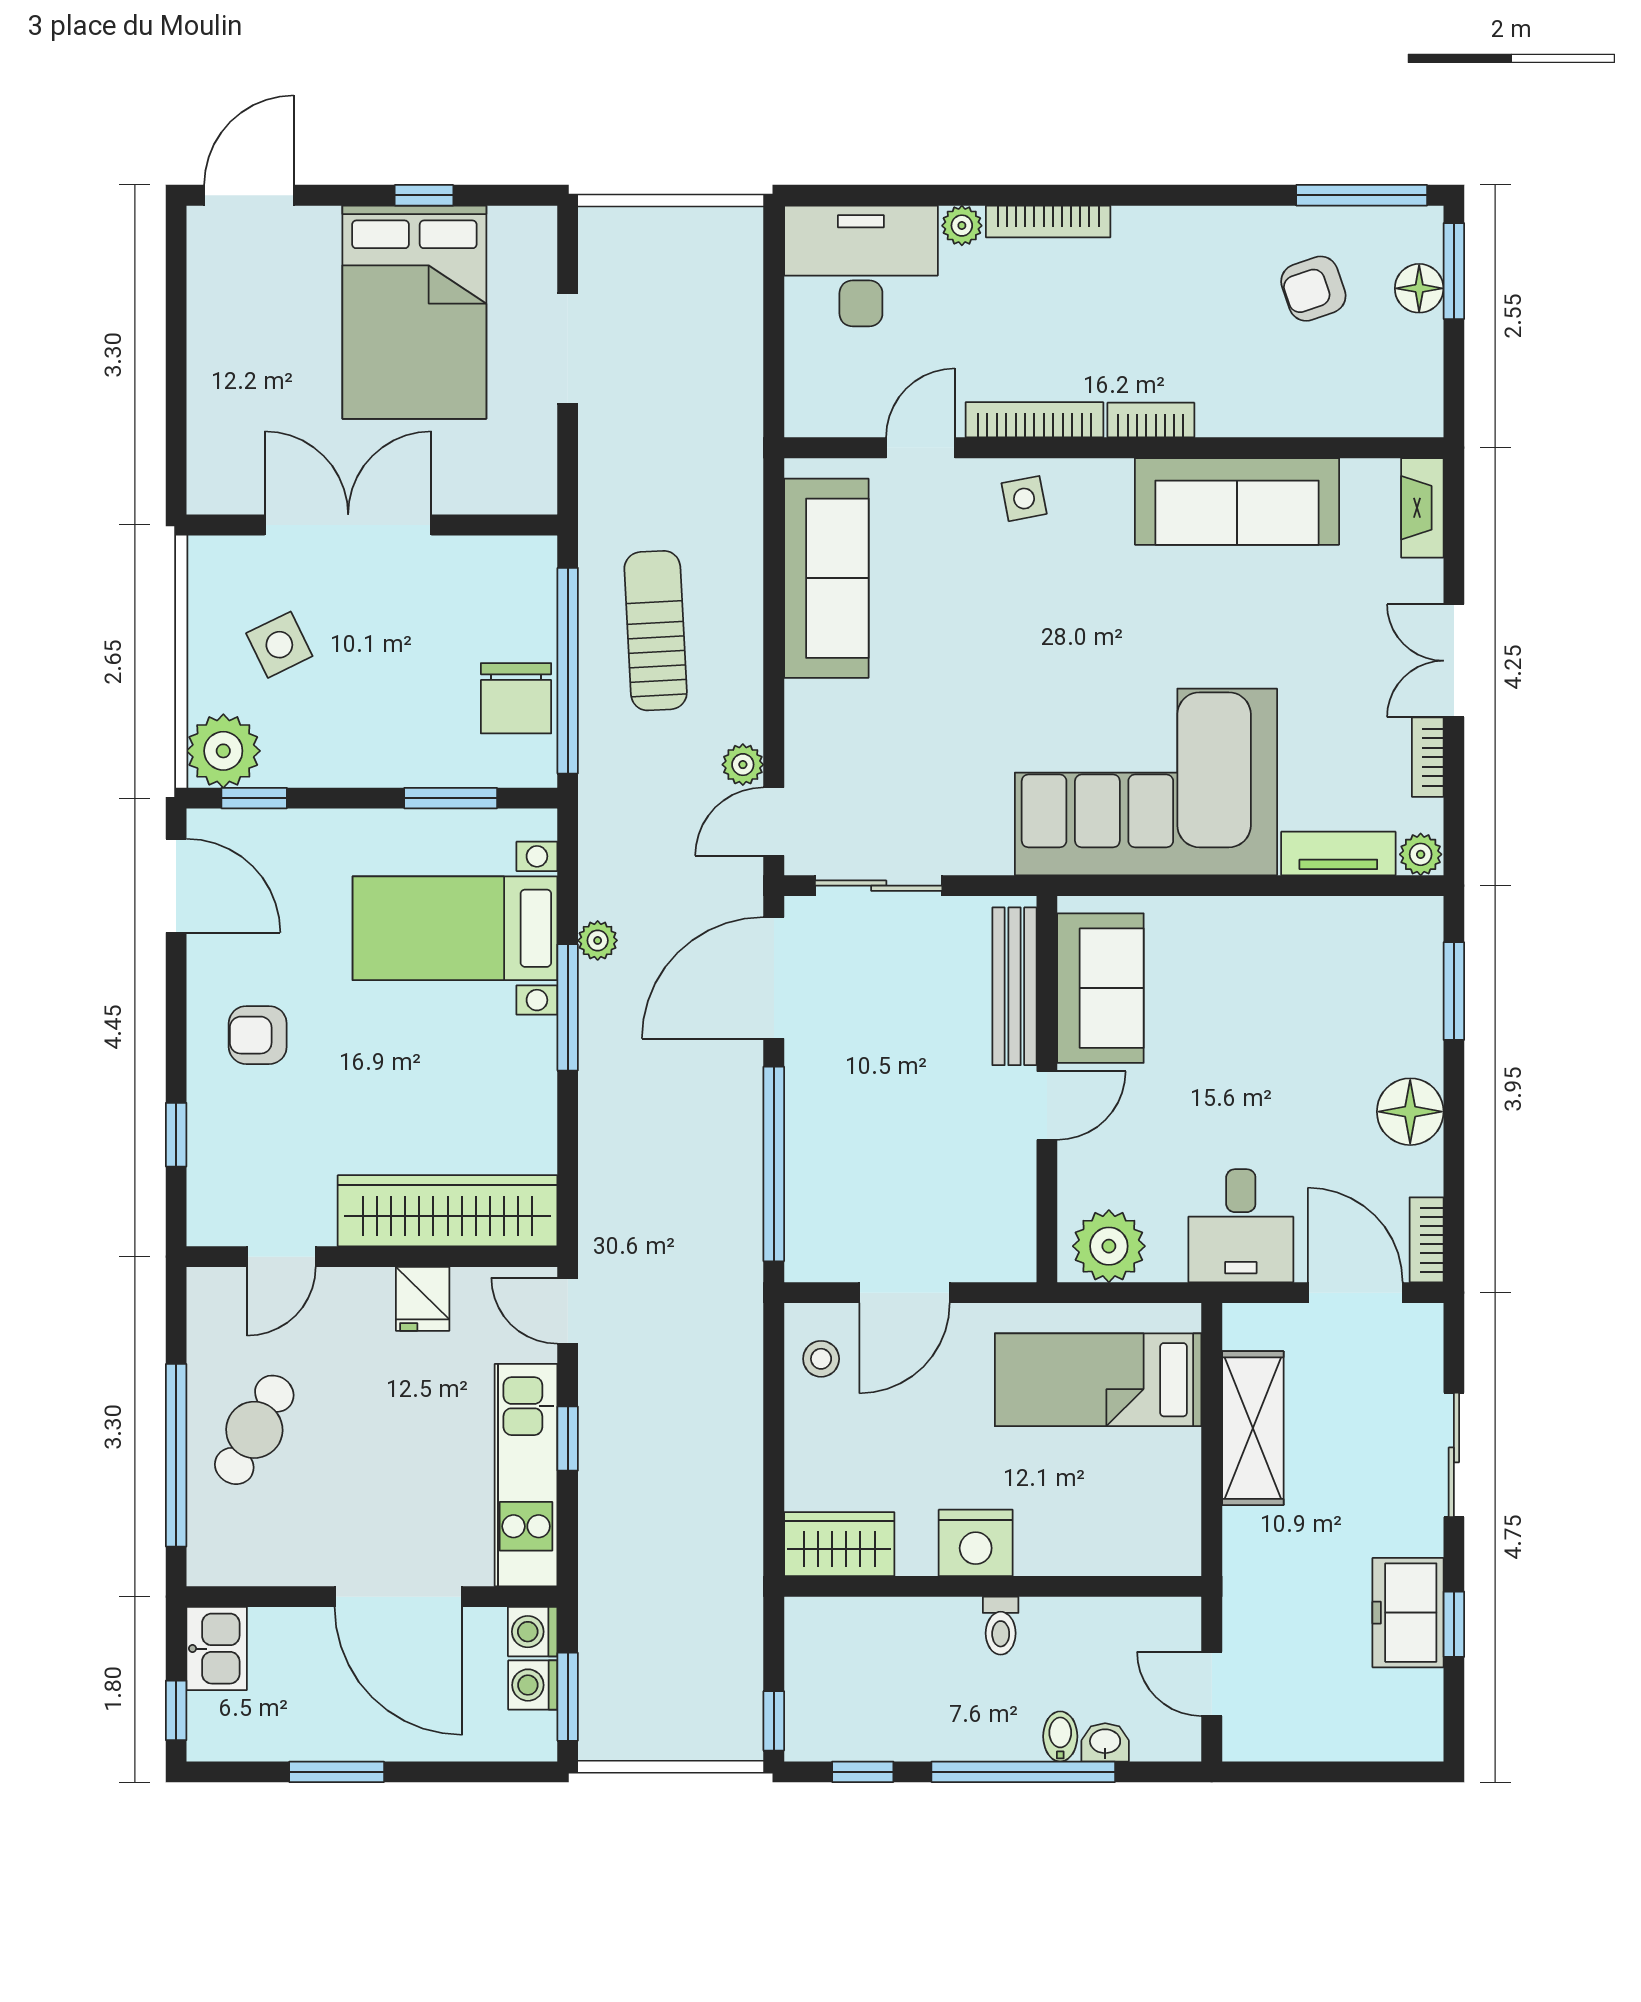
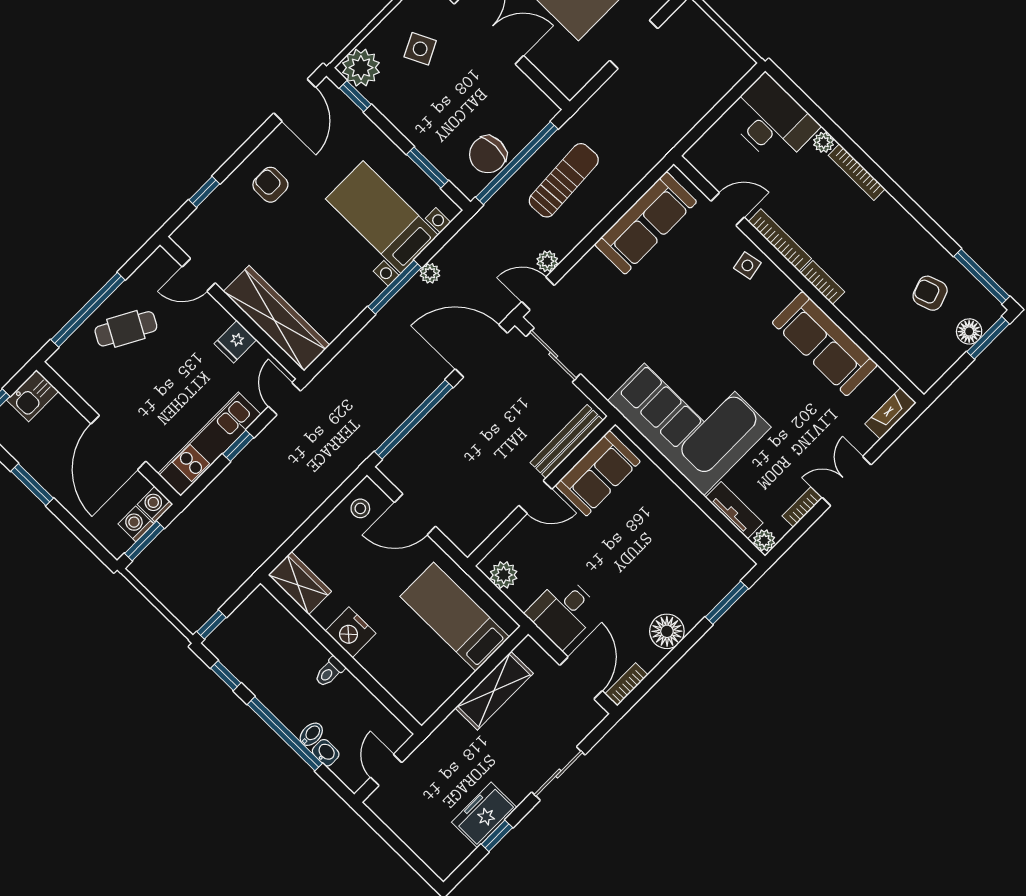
plant: (1109, 1246) -> (504, 575), width x0.73, depth x0.73

